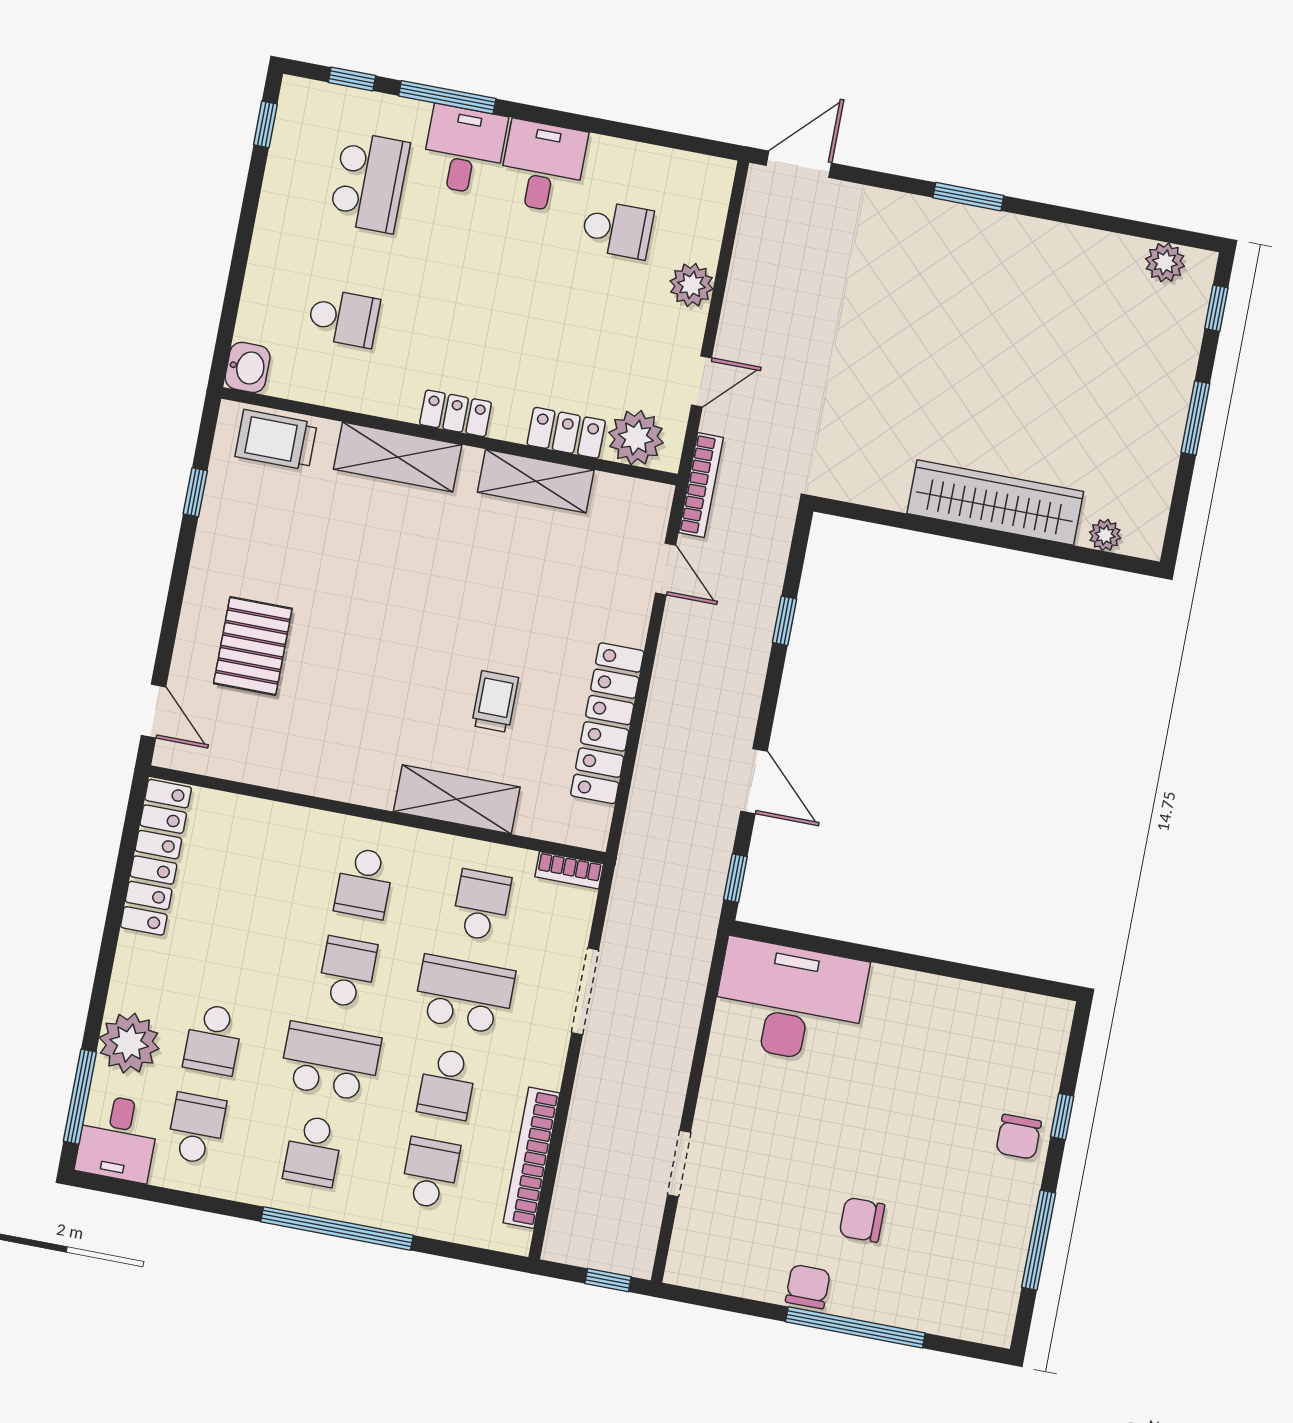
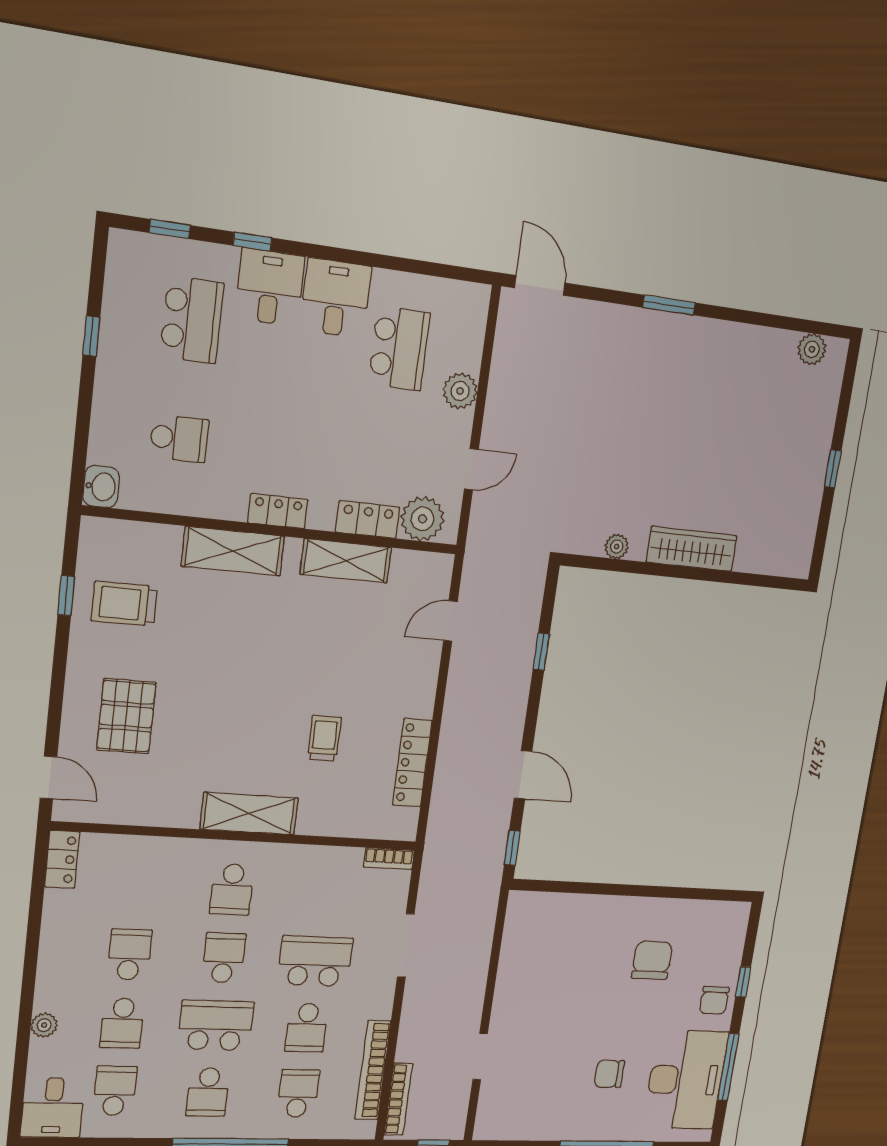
window: (447, 97) -> (252, 242), width x0.46
window: (265, 124) -> (91, 336), moved
door: (799, 164) -> (540, 285), hinge flipped
school desk: (617, 230) -> (399, 349), width x1.85
window: (1216, 308) -> (848, 383), removed
window: (1195, 418) -> (833, 469), width x0.67
trolley: (276, 440) -> (124, 604), moved
bookcase: (701, 485) -> (398, 1099), moved
wardrobe: (995, 502) -> (692, 549), width x0.71, depth x0.85
plant: (1105, 535) -> (617, 546), moved
door: (666, 569) -> (450, 621), swing flipped
locker: (607, 723) -> (412, 763), width x0.71, depth x0.83
shelving: (457, 799) -> (249, 814), moved
locker: (156, 857) -> (62, 859), width x0.46, depth x0.83
school desk: (481, 905) -> (130, 955), moved
desk: (789, 1002) -> (686, 1080), moved, turned 90
plant: (129, 1043) -> (44, 1025), width x0.53, depth x0.53
window: (80, 1097) -> (19, 1082), removed
chair: (808, 1287) -> (652, 960), moved, width x1.37, depth x1.37

